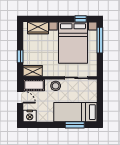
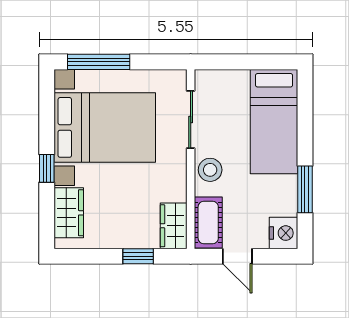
window: (81, 19) -> (47, 168), moved
door: (20, 97) -> (237, 256), swing flipped
window: (75, 125) -> (305, 189), moved

